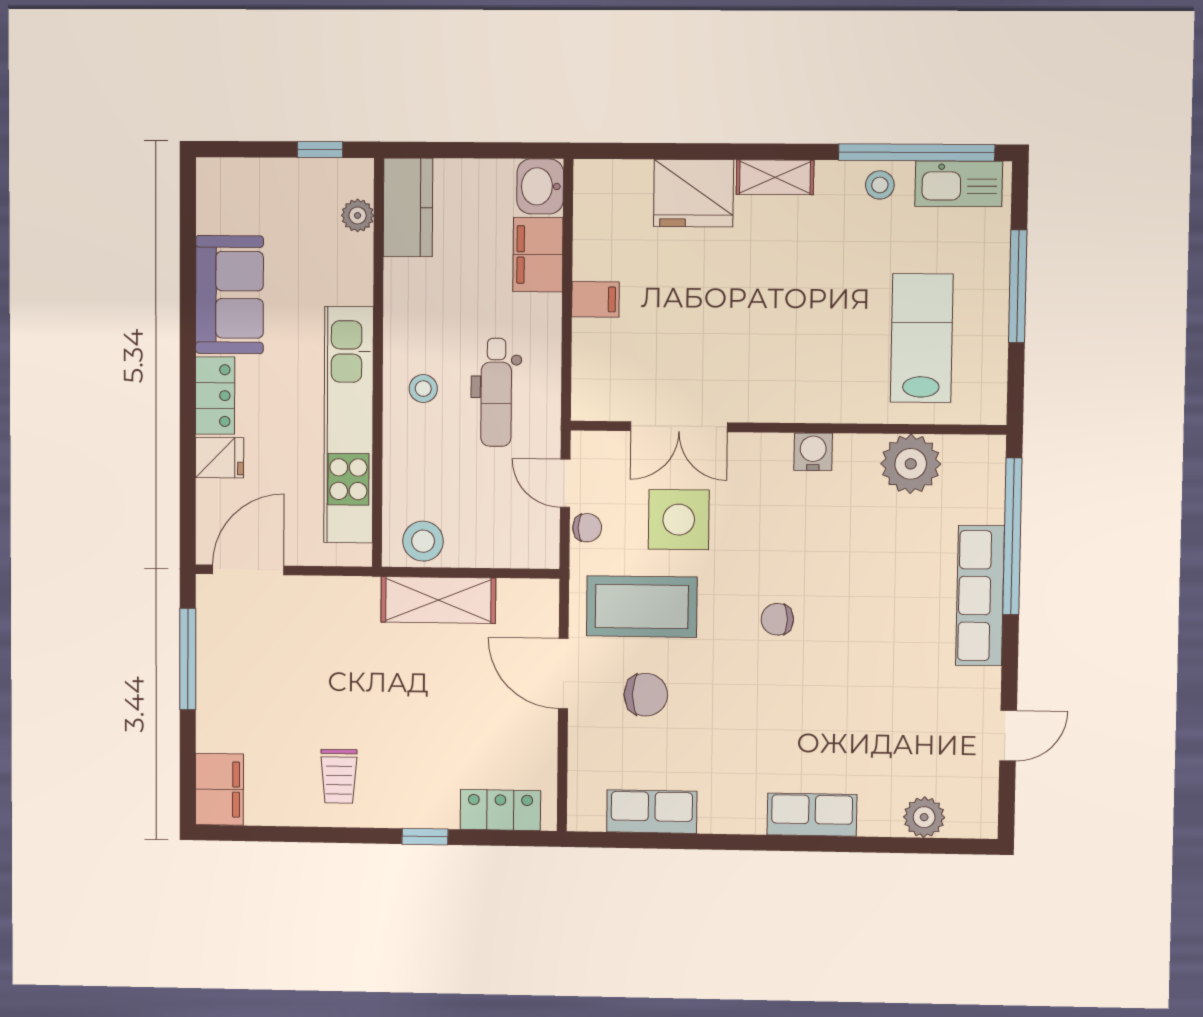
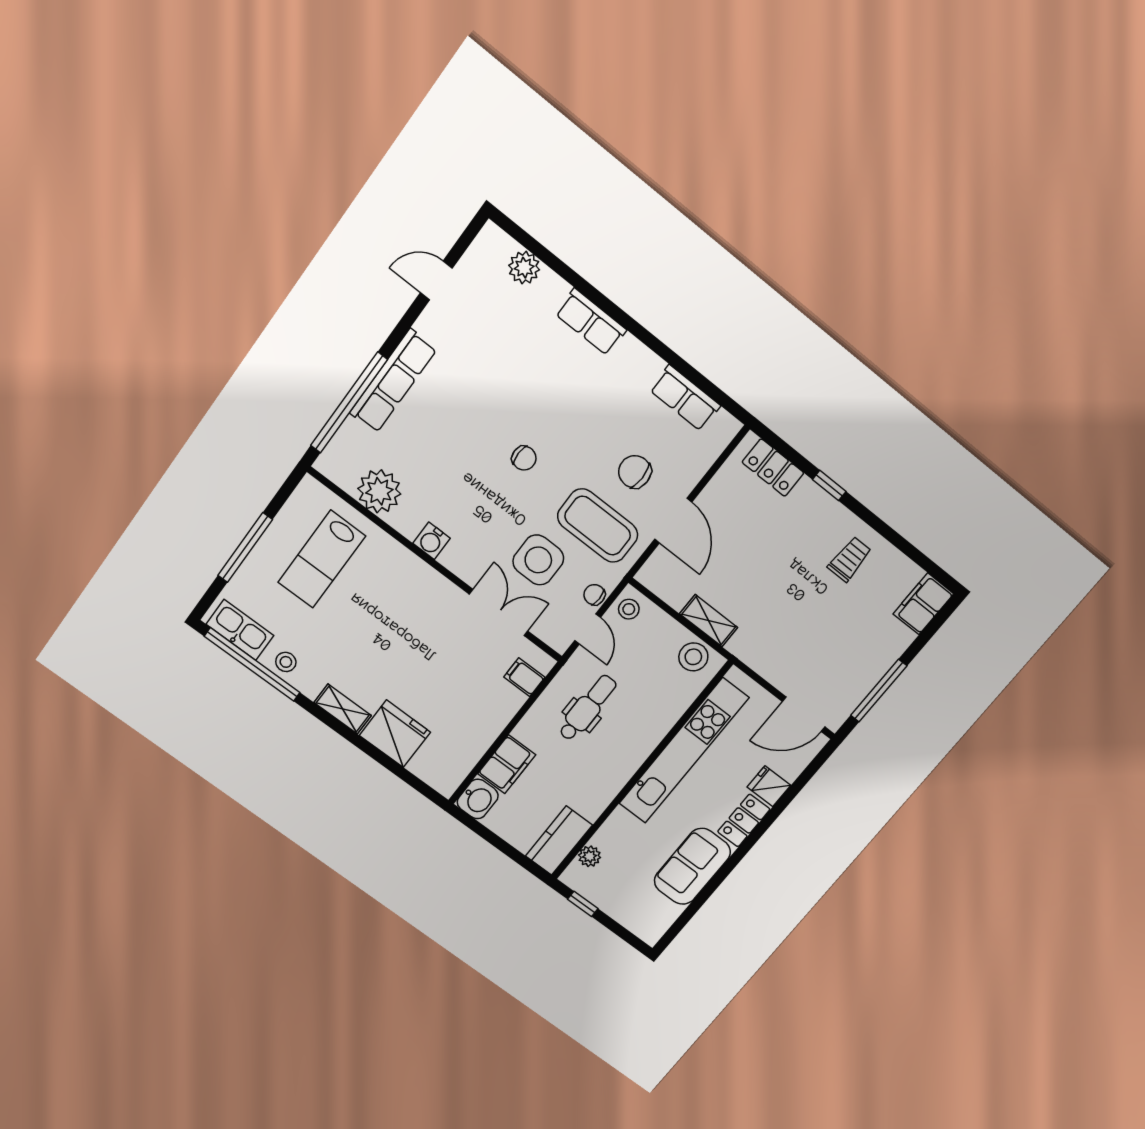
filing cabinet: (595, 299) -> (524, 677), moved
stool: (423, 389) -> (629, 609), moved
shelving: (438, 600) -> (709, 621), width x0.67, depth x0.75

